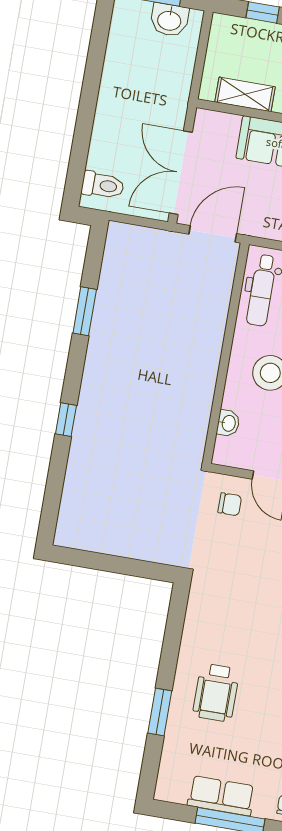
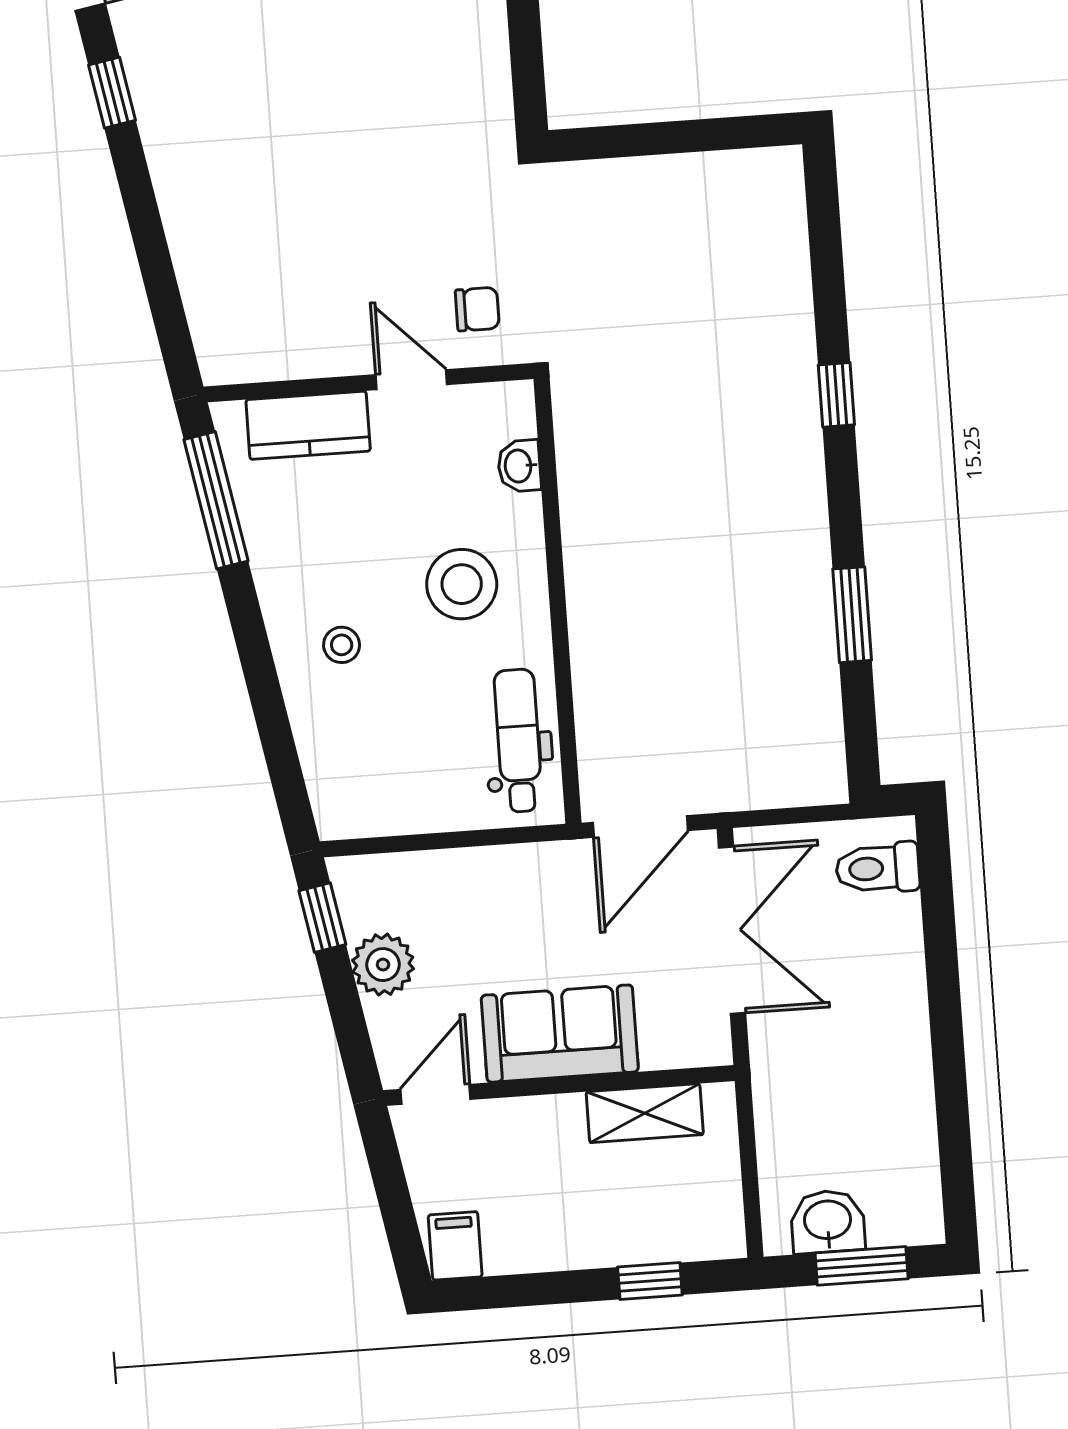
chair: (230, 504) -> (477, 309), turned 180

